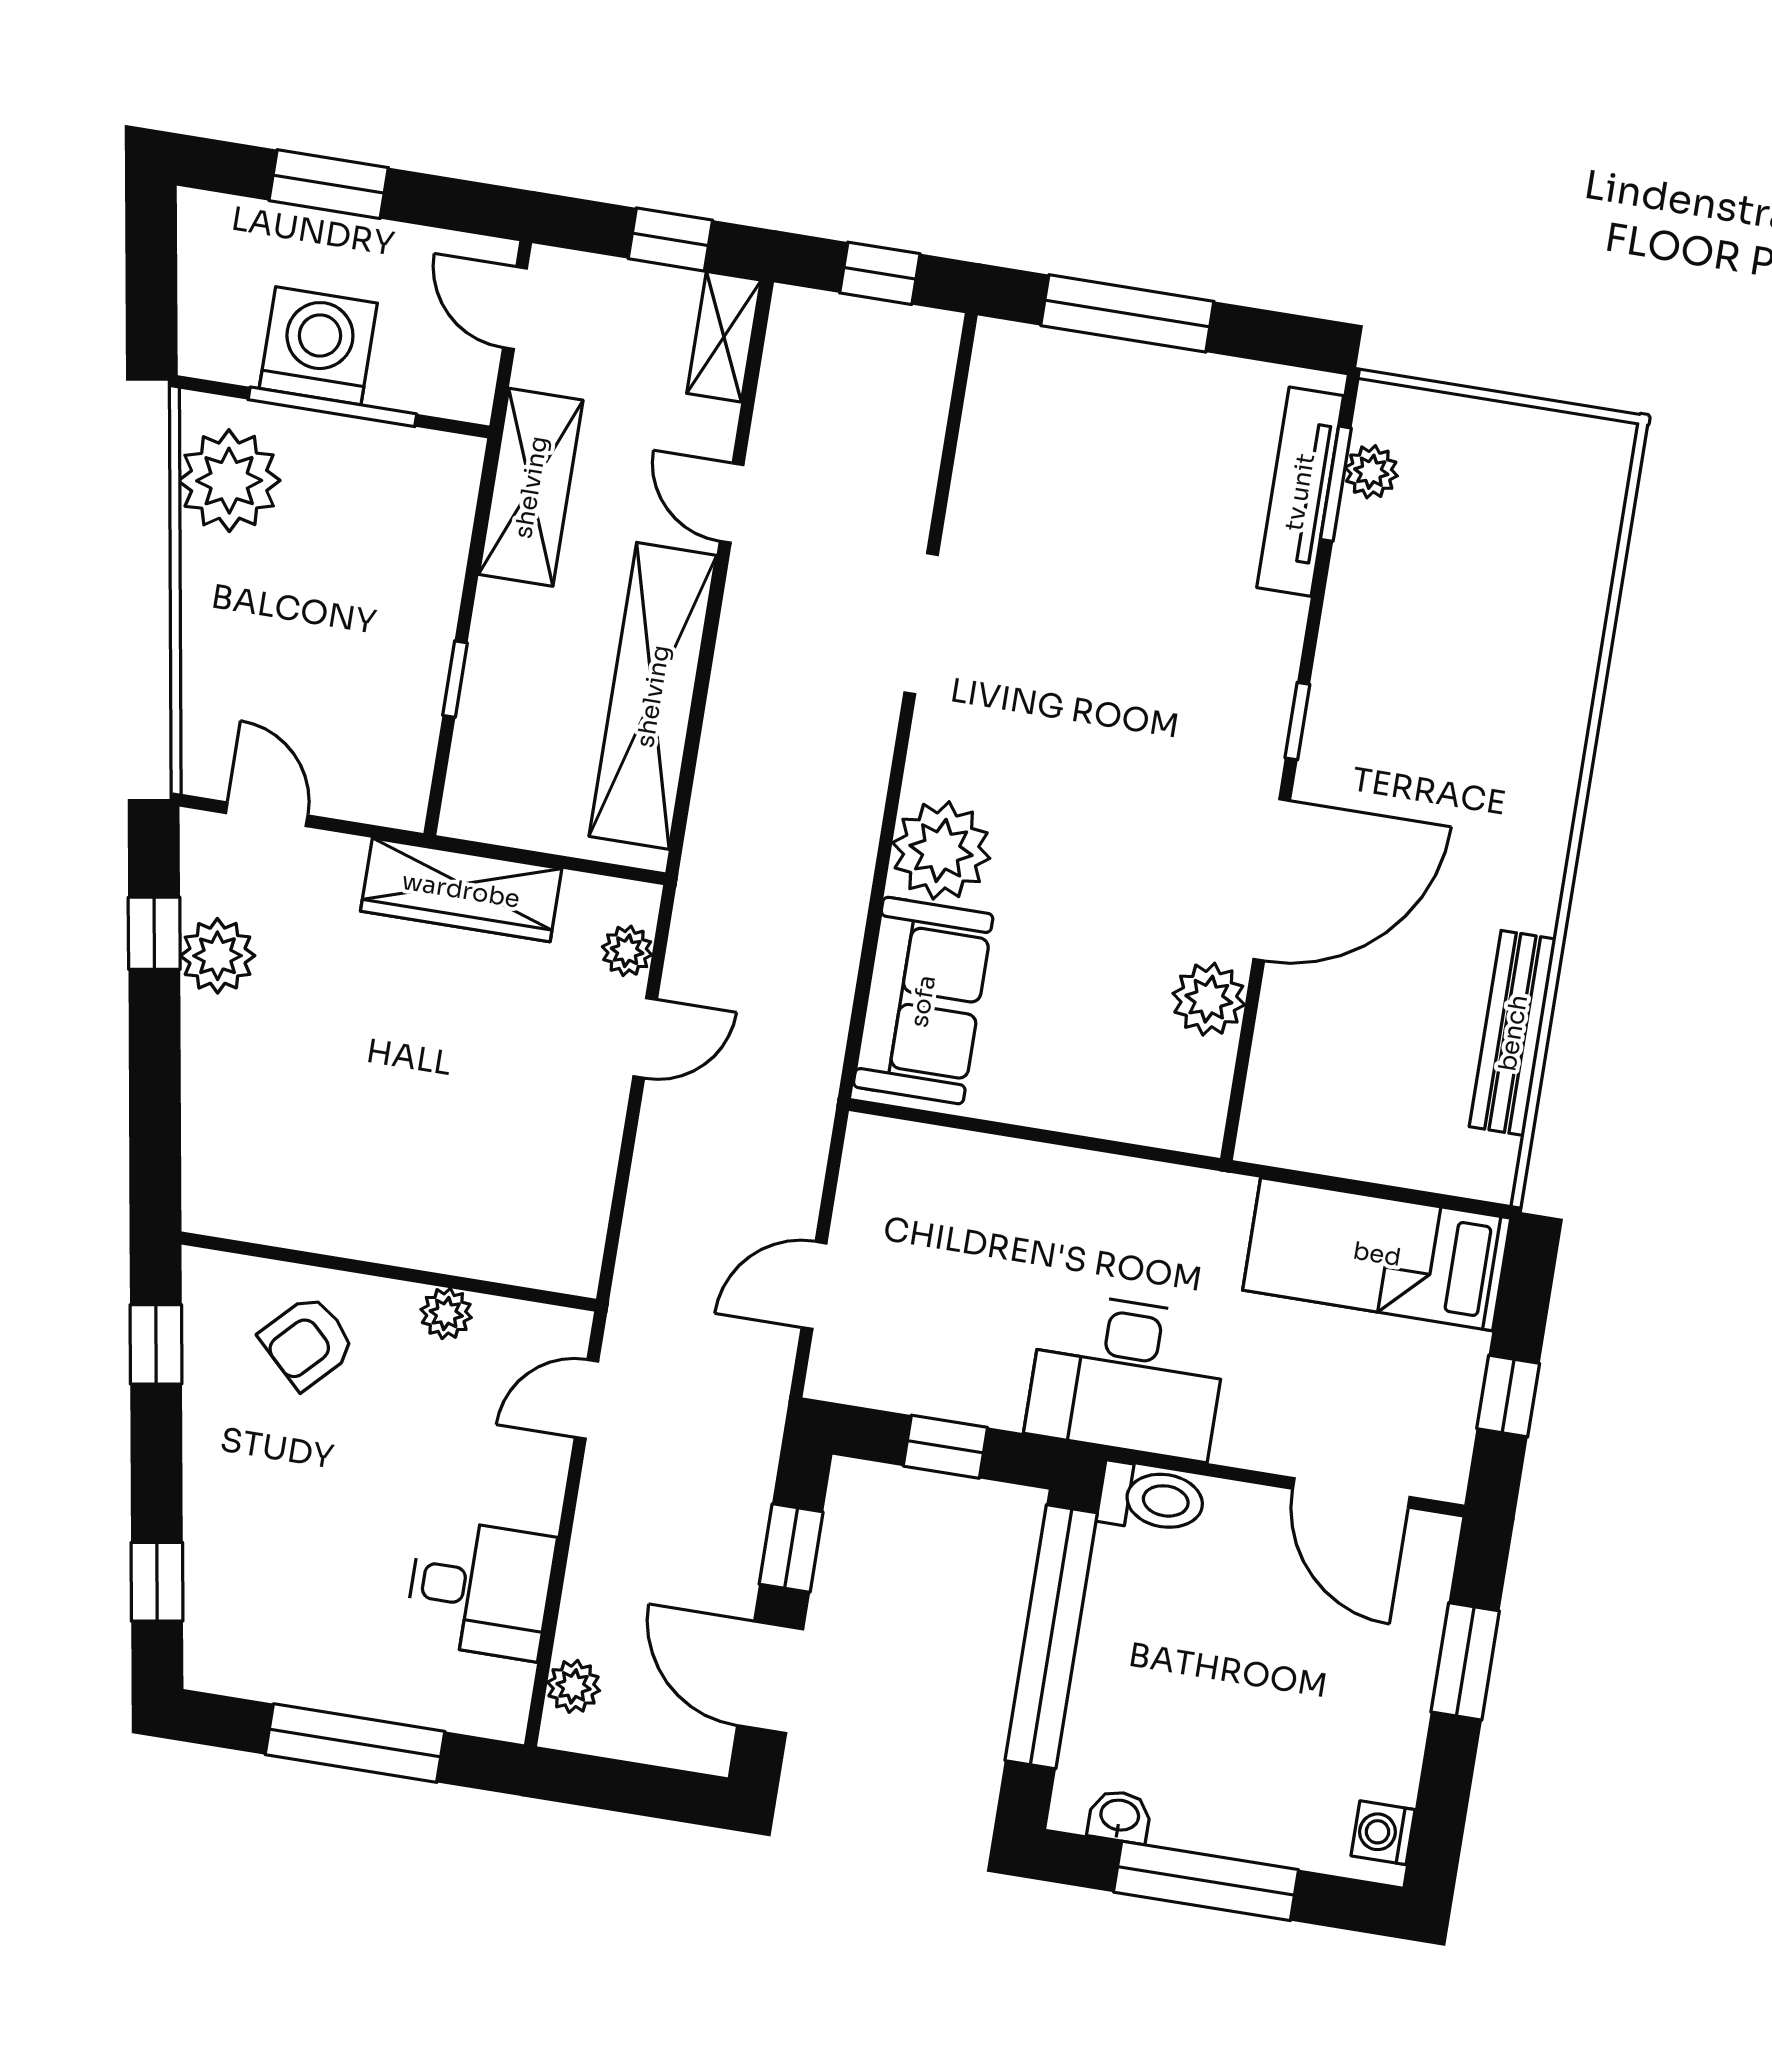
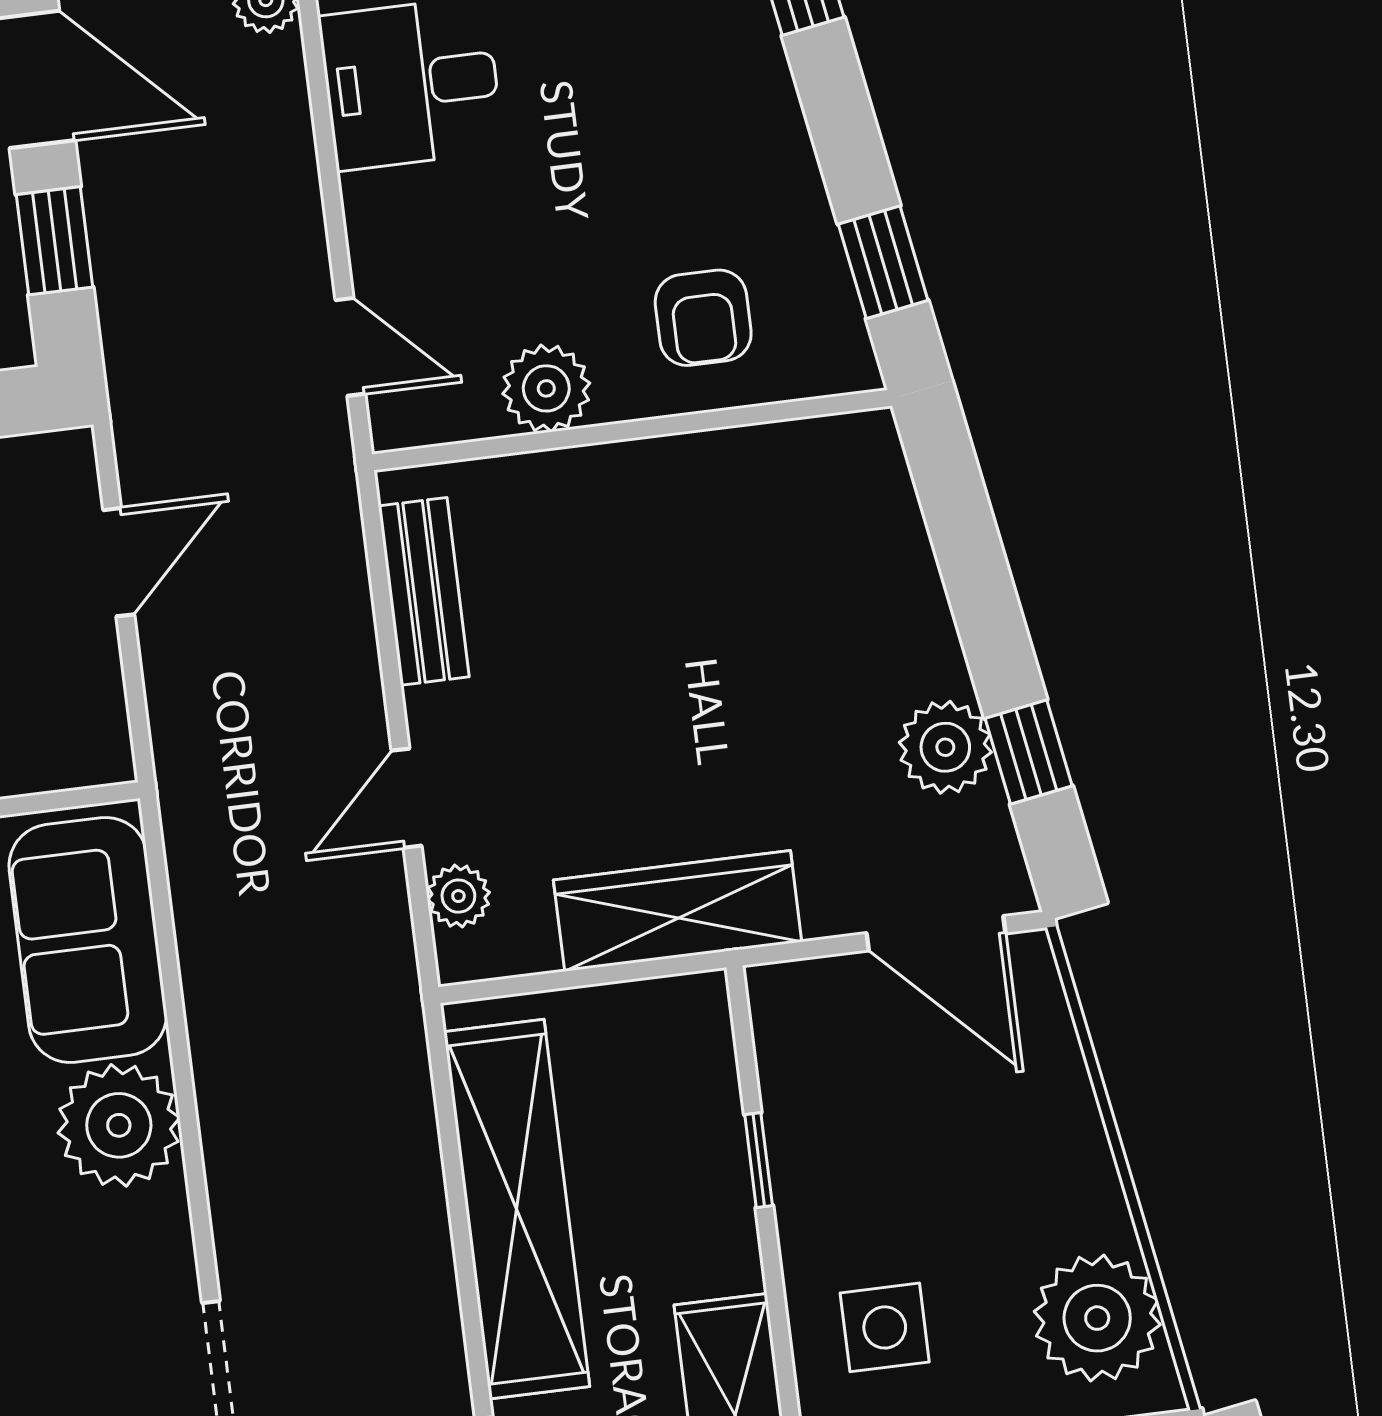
side table: (395, 521) -> (885, 1327), added
door: (267, 814) -> (936, 933), width x1.38
bench: (585, 1194) -> (424, 591), added
plant: (446, 1313) -> (546, 388), width x1.38, depth x1.38
armchair: (308, 1342) -> (703, 318), turned 136
door: (587, 1399) -> (350, 347), hinge flipped

